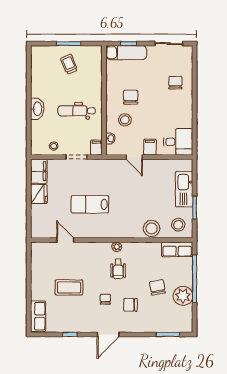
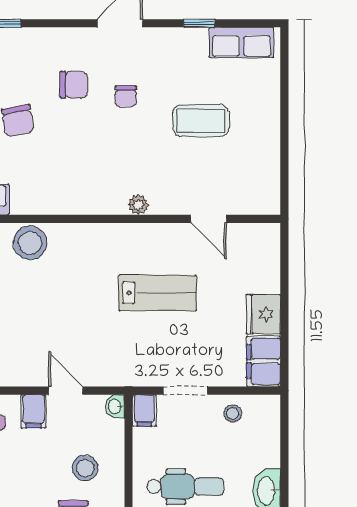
washbasin: (110, 138) -> (115, 406), moved
plant: (117, 247) -> (138, 205), moved
wheelchair: (118, 269) -> (99, 159), removed
row of seats: (38, 316) -> (242, 42), moved, turned -90

